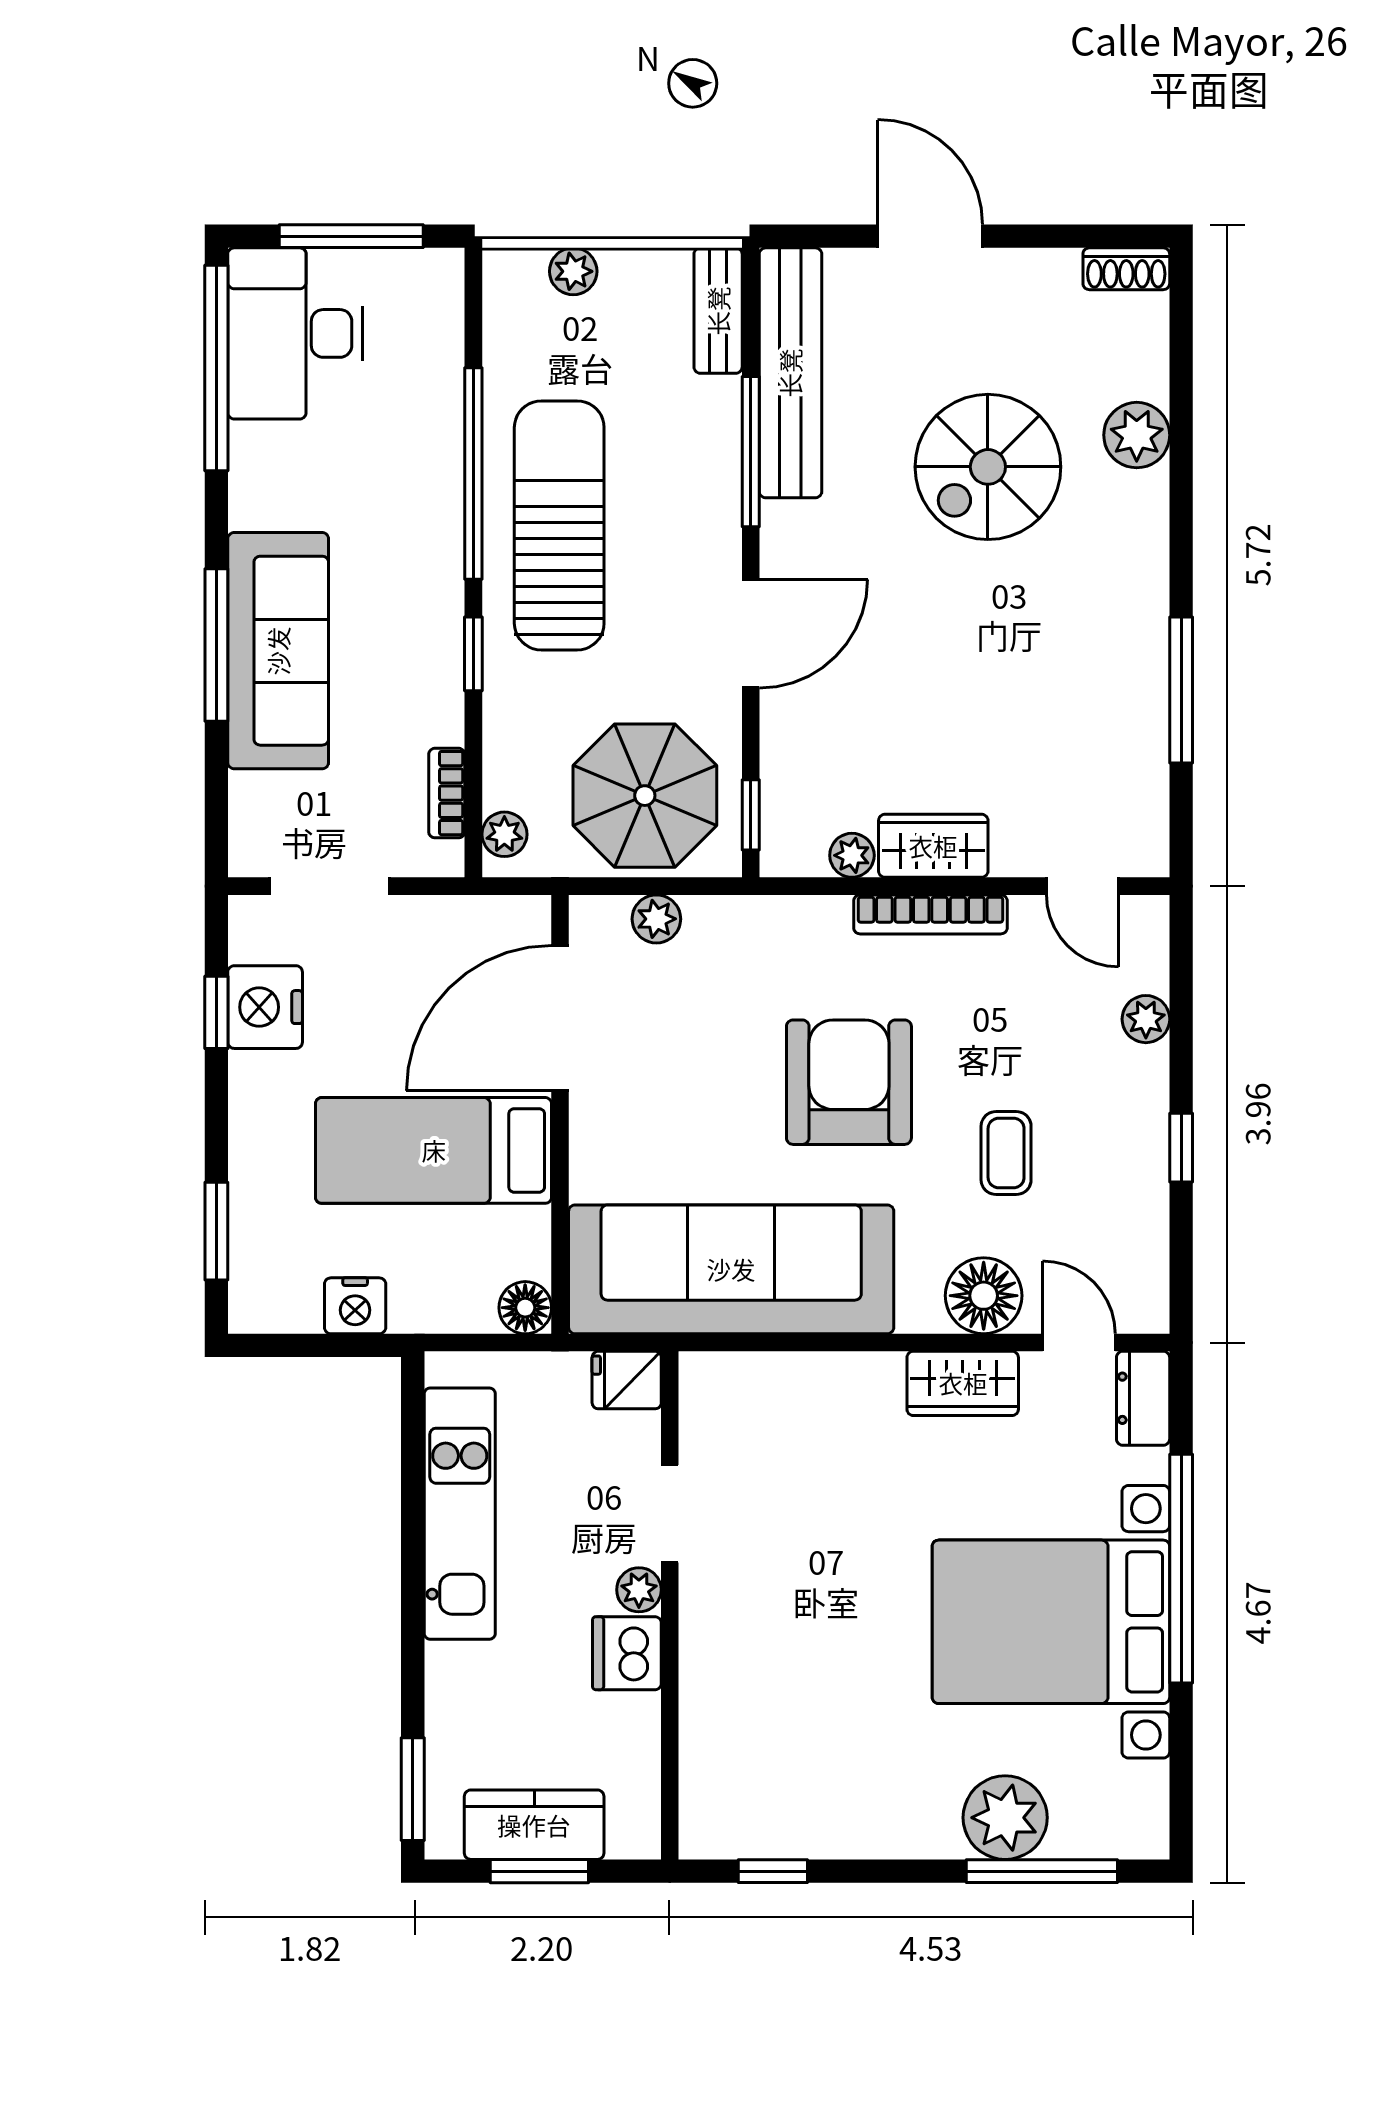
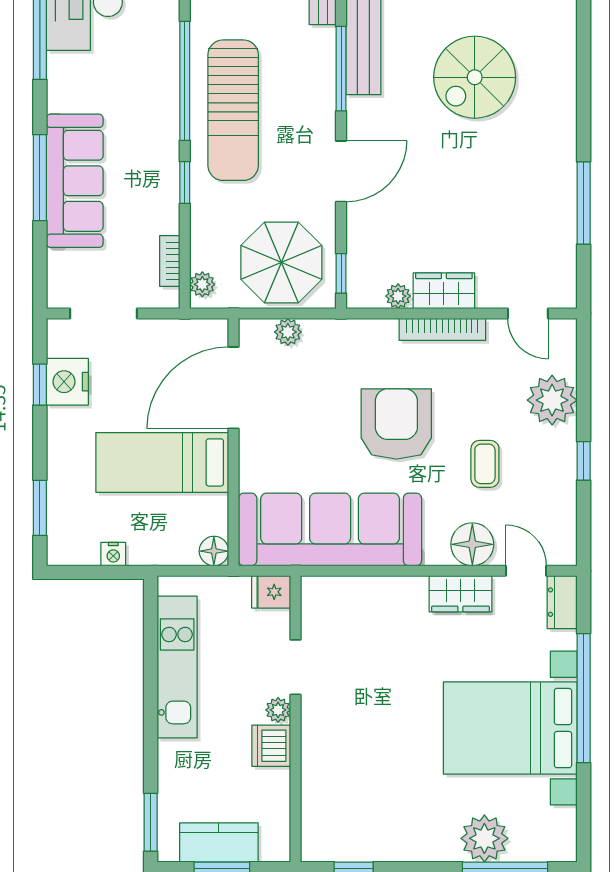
plant: (1137, 435) -> (559, 59), removed
sun lounger: (559, 525) -> (233, 110), turned 180
plant: (1146, 1019) -> (552, 400), width x1.88, depth x1.88
nightstand: (355, 1306) -> (113, 554), width x0.72, depth x0.74

